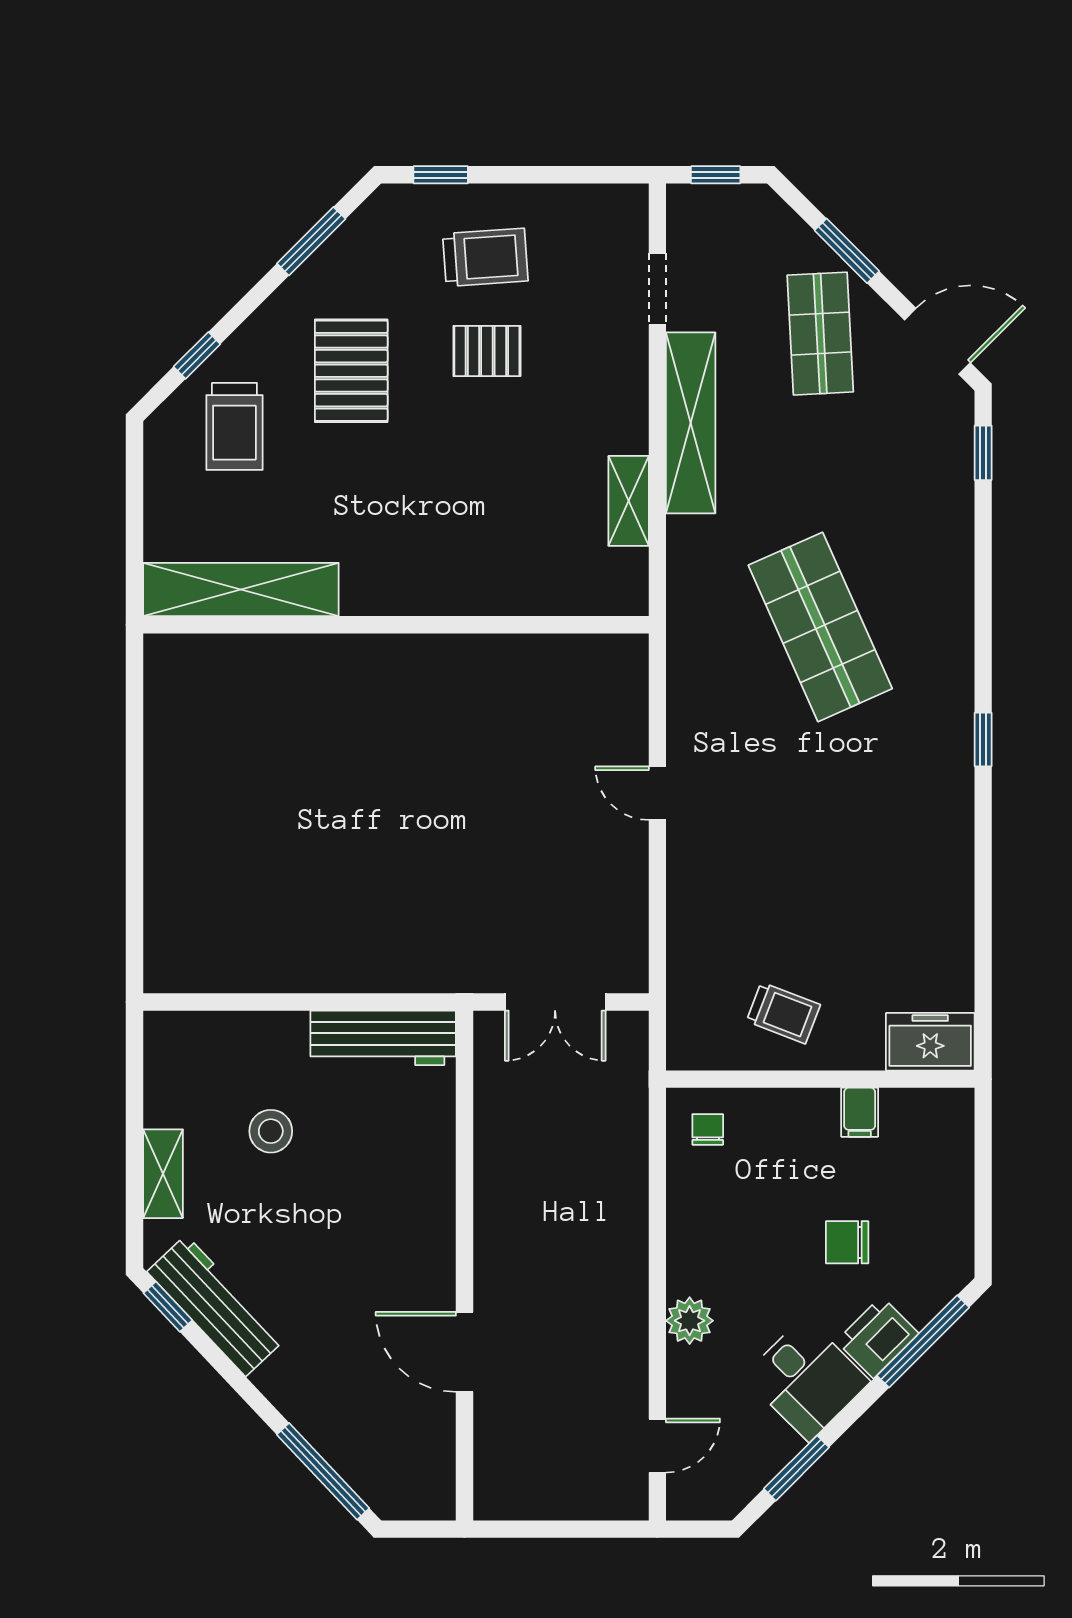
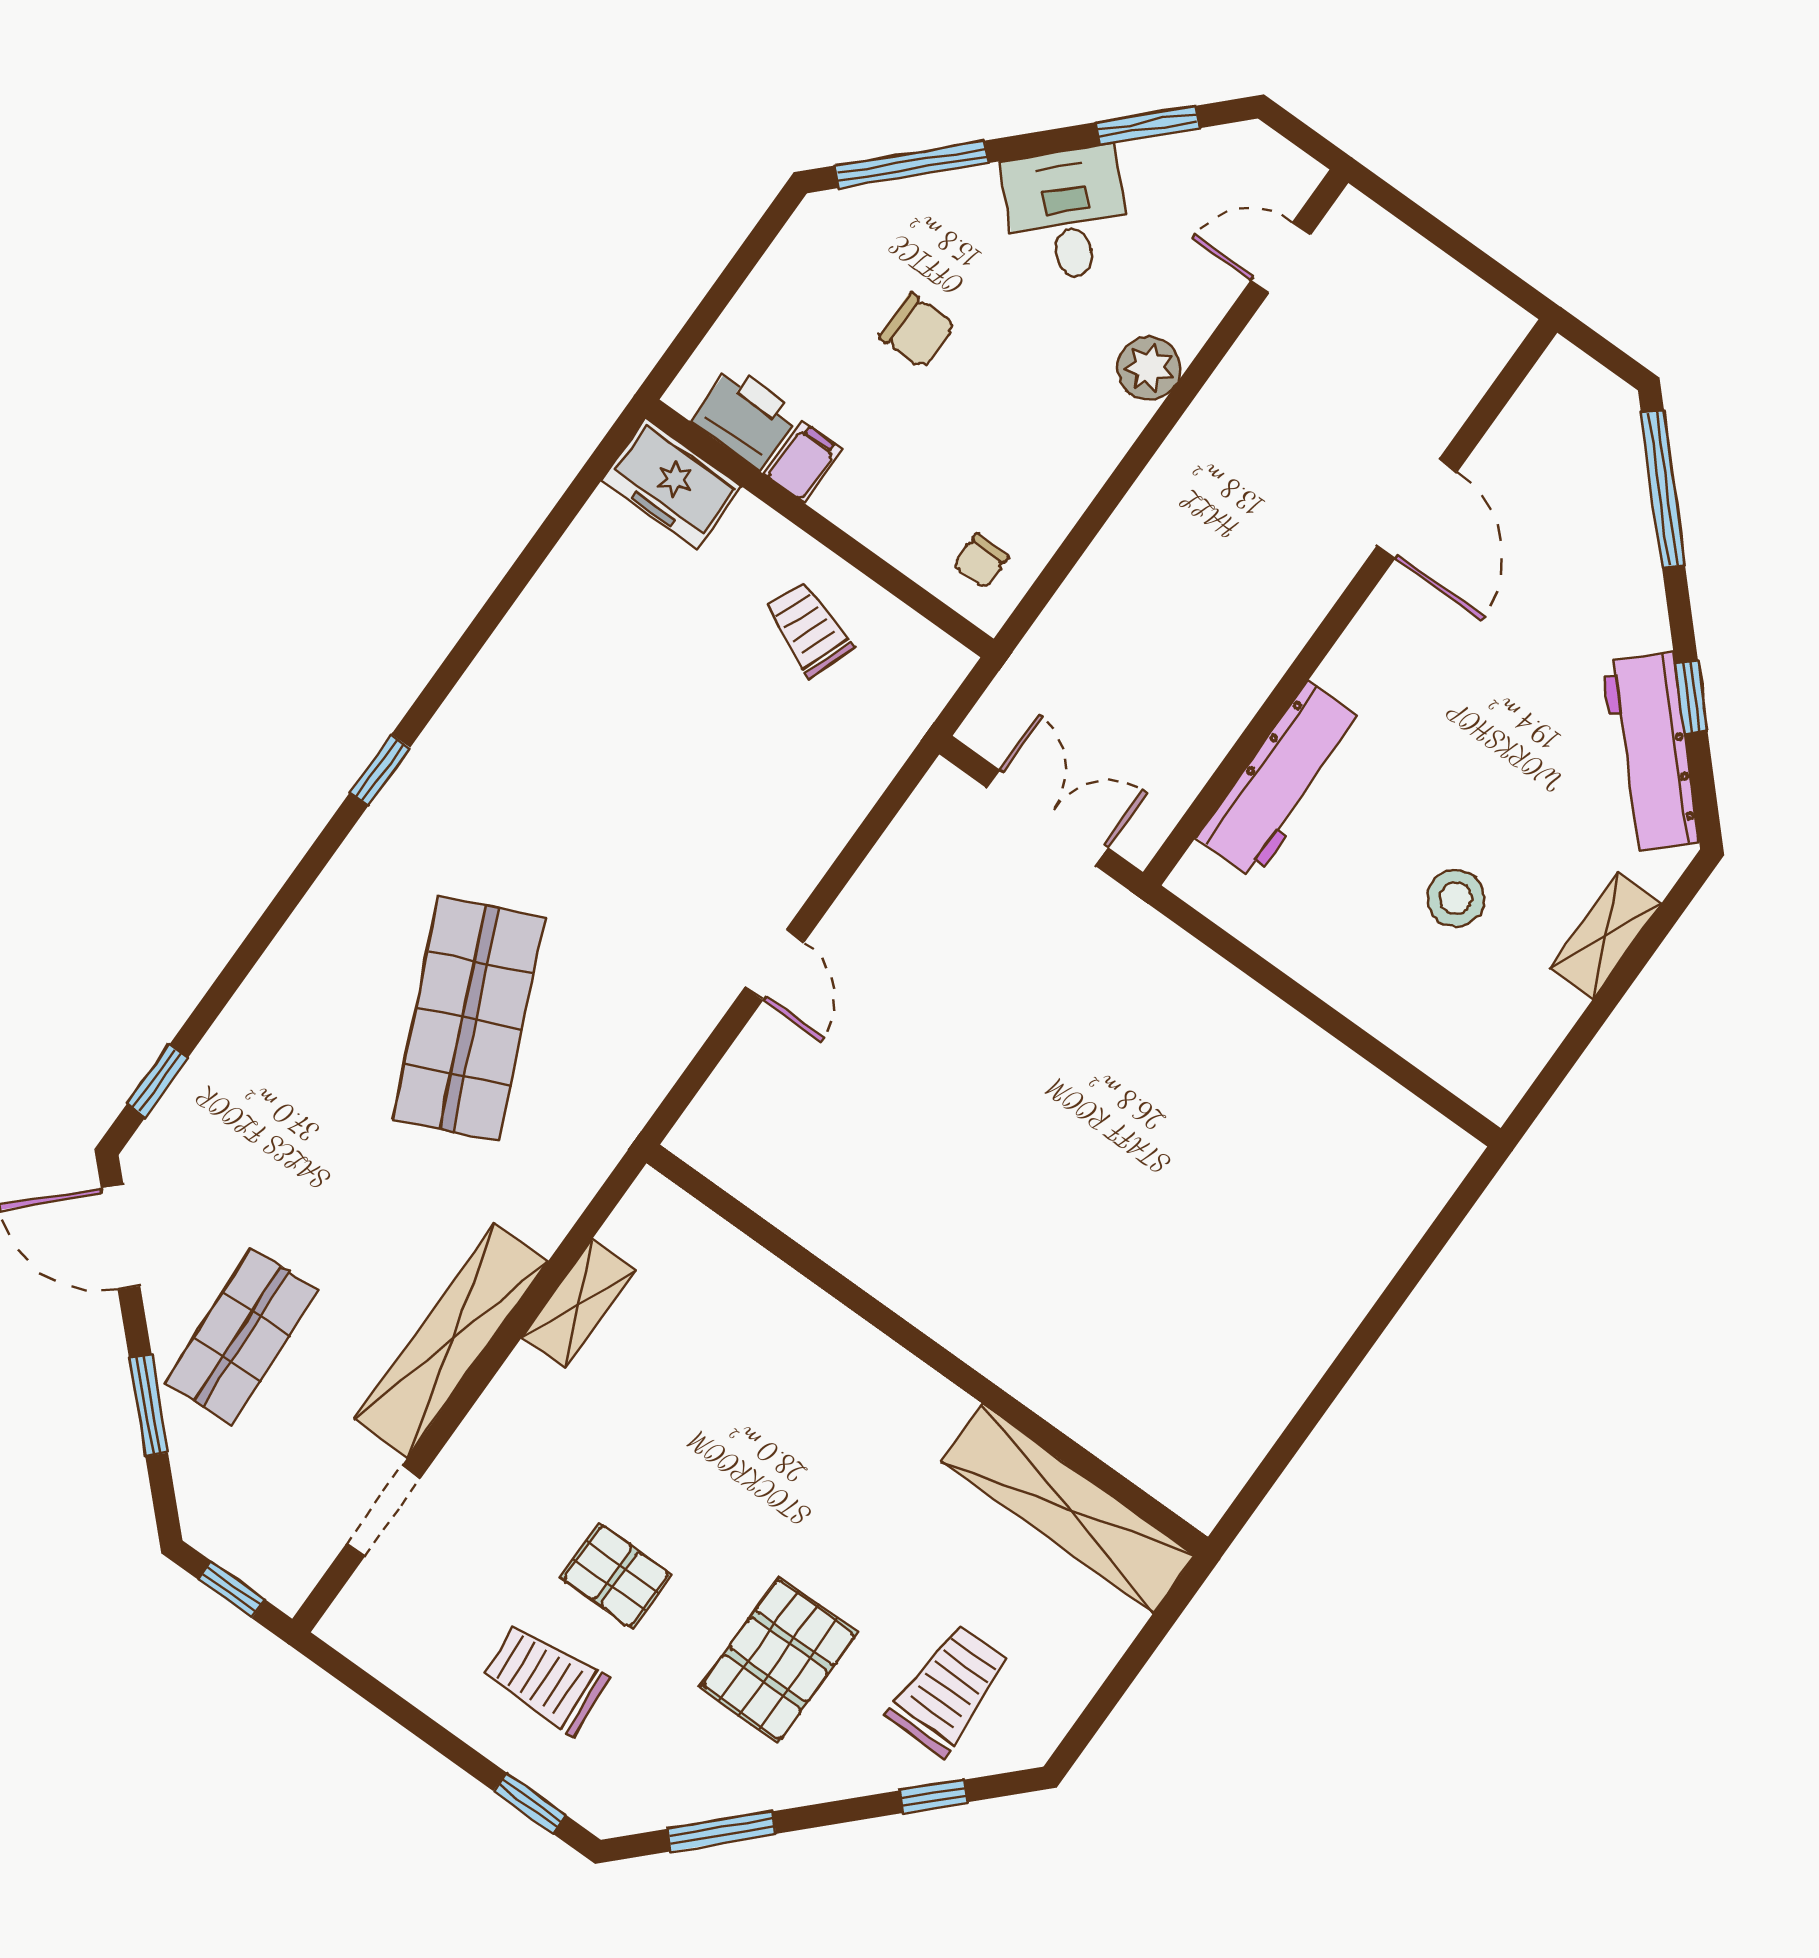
workbench: (383, 1038) -> (1282, 780), moved, turned 90
window: (168, 1307) -> (1691, 697), moved
printer: (877, 1337) -> (746, 418), moved, turned -135

